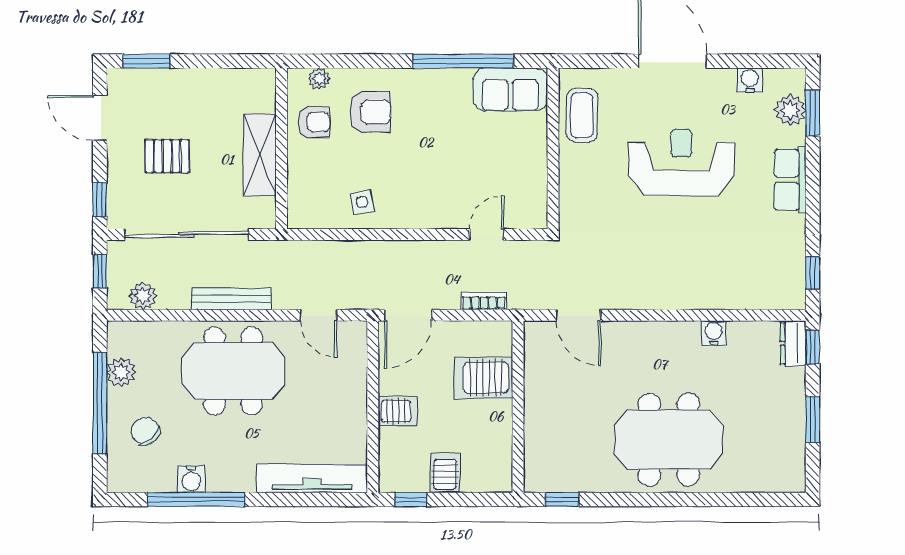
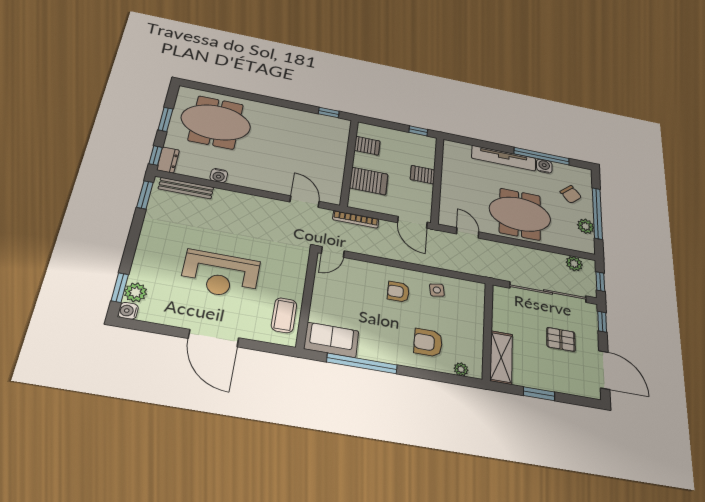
window: (146, 61) -> (539, 394), moved
water cooler: (750, 80) -> (128, 311), moved, turned 90
door: (100, 118) -> (604, 370), width x1.36
armchair: (314, 122) -> (398, 292), moved
shelving: (260, 155) -> (501, 357), moved
row of seats: (790, 180) -> (147, 250), removed
door: (487, 235) -> (333, 252), moved
window: (813, 273) -> (145, 195), width x1.50
bench: (231, 299) -> (186, 188), moved
bookcase: (484, 301) -> (356, 219), width x1.56
door: (408, 315) -> (412, 222), swing flipped
meeting table: (669, 440) -> (216, 122), moved
server rack: (445, 473) -> (367, 146), moved, turned -90
tv unit: (312, 479) -> (504, 158), moved

